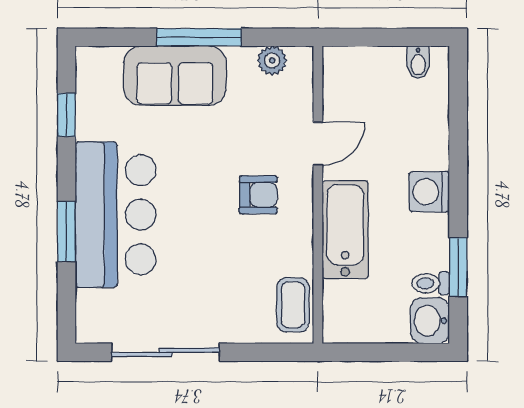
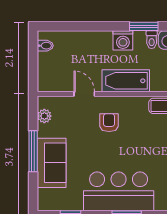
washing machine: (429, 192) -> (123, 40), moved

